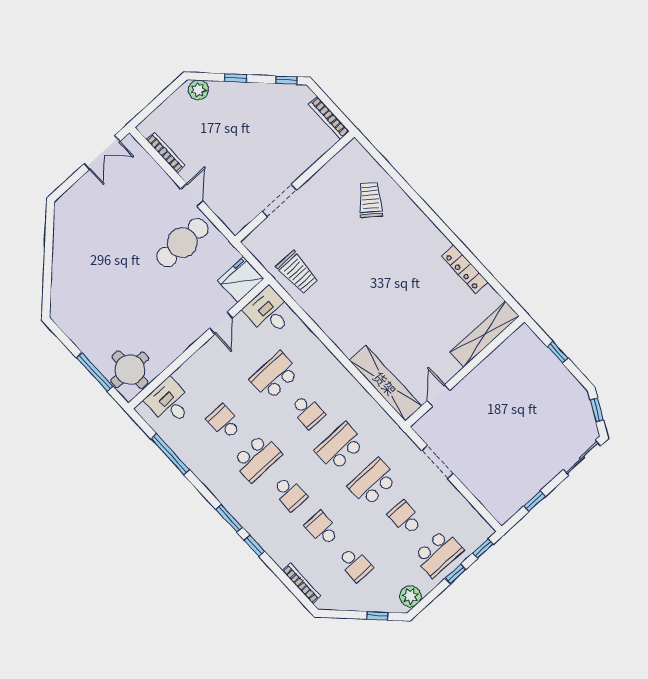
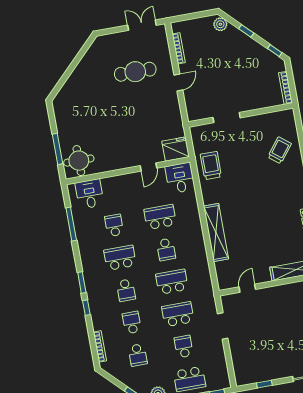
double door: (102, 153) -> (142, 25), swing flipped
cafe table: (182, 243) -> (135, 72), moved
trolley: (297, 272) -> (211, 165), turned 180
shelving: (385, 383) -> (216, 233), moved
school desk: (257, 458) -> (120, 258), turned 180

